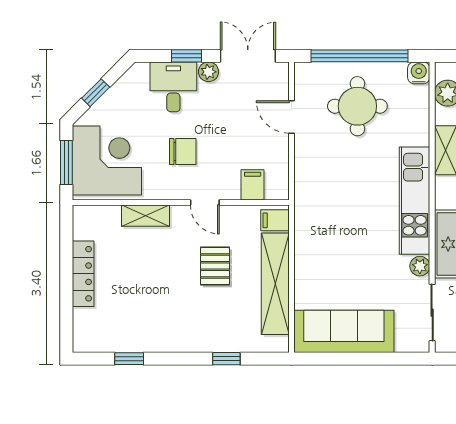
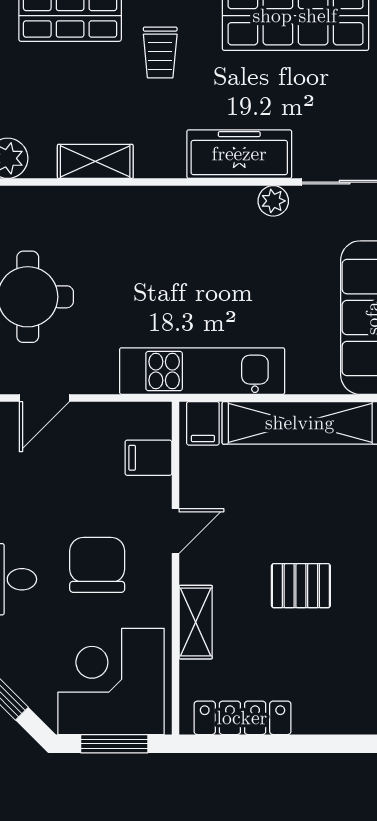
chair: (183, 151) -> (97, 565), width x1.37, depth x1.37
kitchen unit: (415, 201) -> (202, 371), moved, turned 180
pallet: (215, 266) -> (301, 586), moved
locker: (83, 274) -> (242, 718), moved

